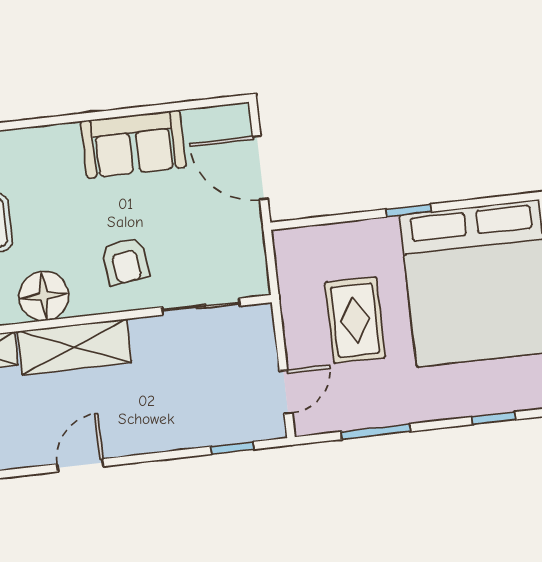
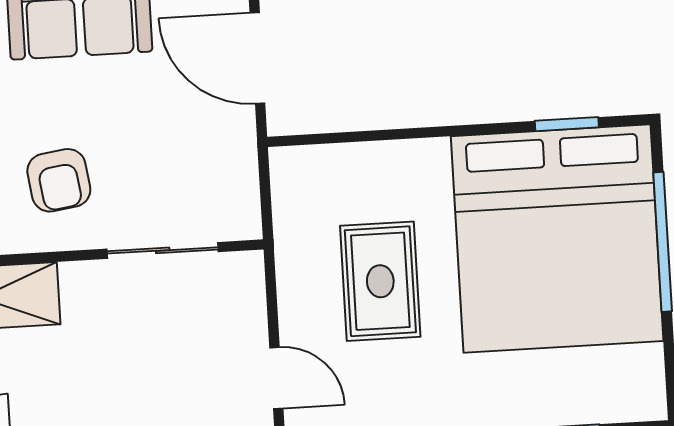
window: (409, 210) -> (567, 124), moved
door: (286, 392) -> (276, 378), hinge flipped

